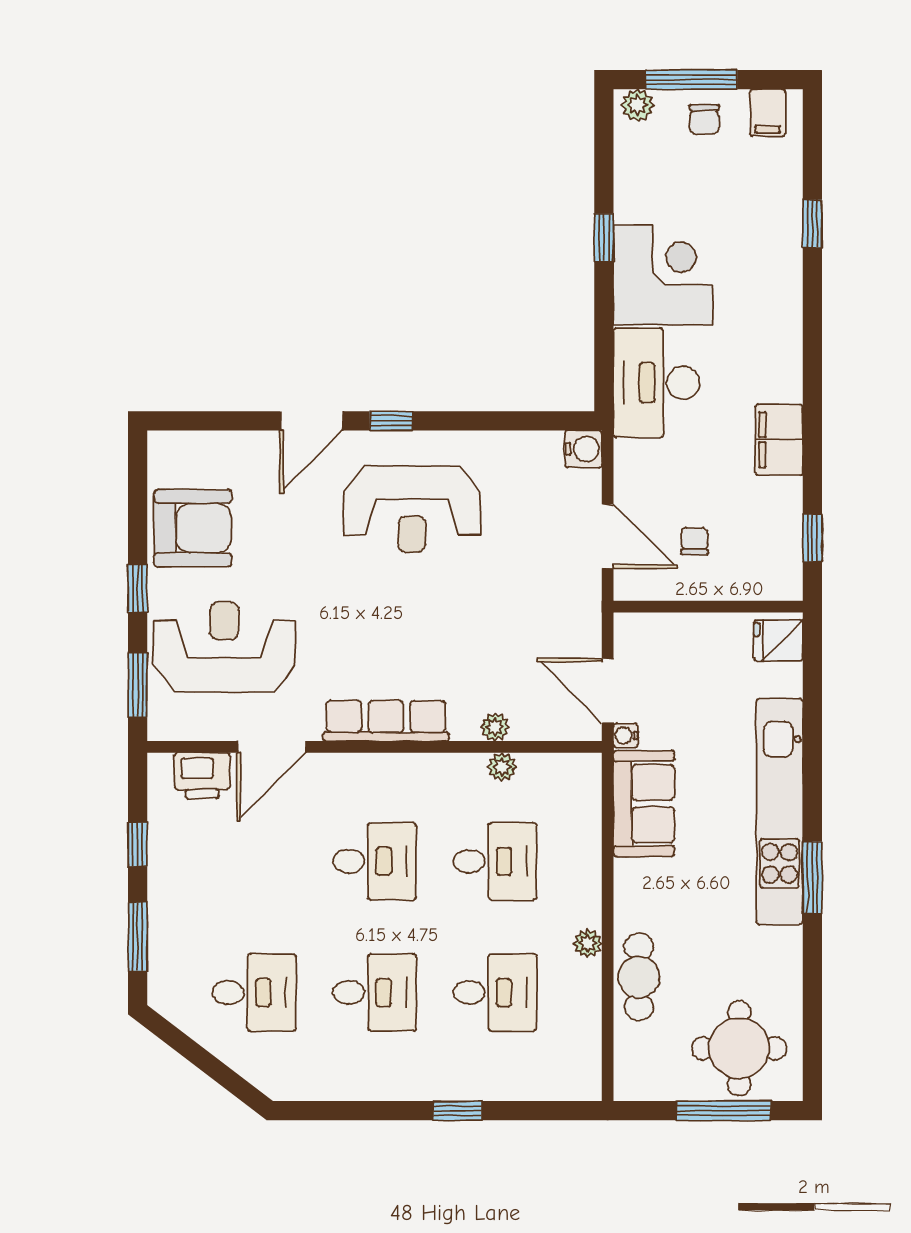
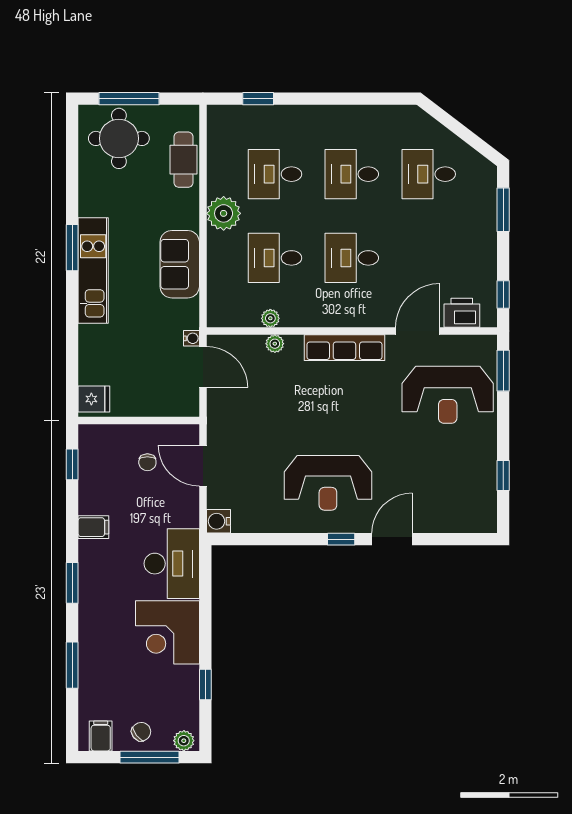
chair: (704, 119) -> (141, 732), turned 52
window: (812, 224) -> (72, 665), width x1.50
window: (604, 238) -> (205, 685), moved
window: (812, 352) -> (72, 583), added
filing cabinet: (779, 440) -> (93, 527), width x0.50
reception desk: (412, 509) -> (328, 483), turned 180
armchair: (193, 528) -> (468, 471), removed
window: (138, 588) -> (503, 475), moved
sofa: (644, 804) -> (180, 264), moved
kitchen unit: (780, 811) -> (93, 271), width x0.73
window: (138, 844) -> (503, 295), moved
plant: (588, 943) -> (224, 213), width x1.87, depth x1.87
cafe table: (639, 977) -> (184, 160), moved
window: (457, 1111) -> (258, 99), moved

